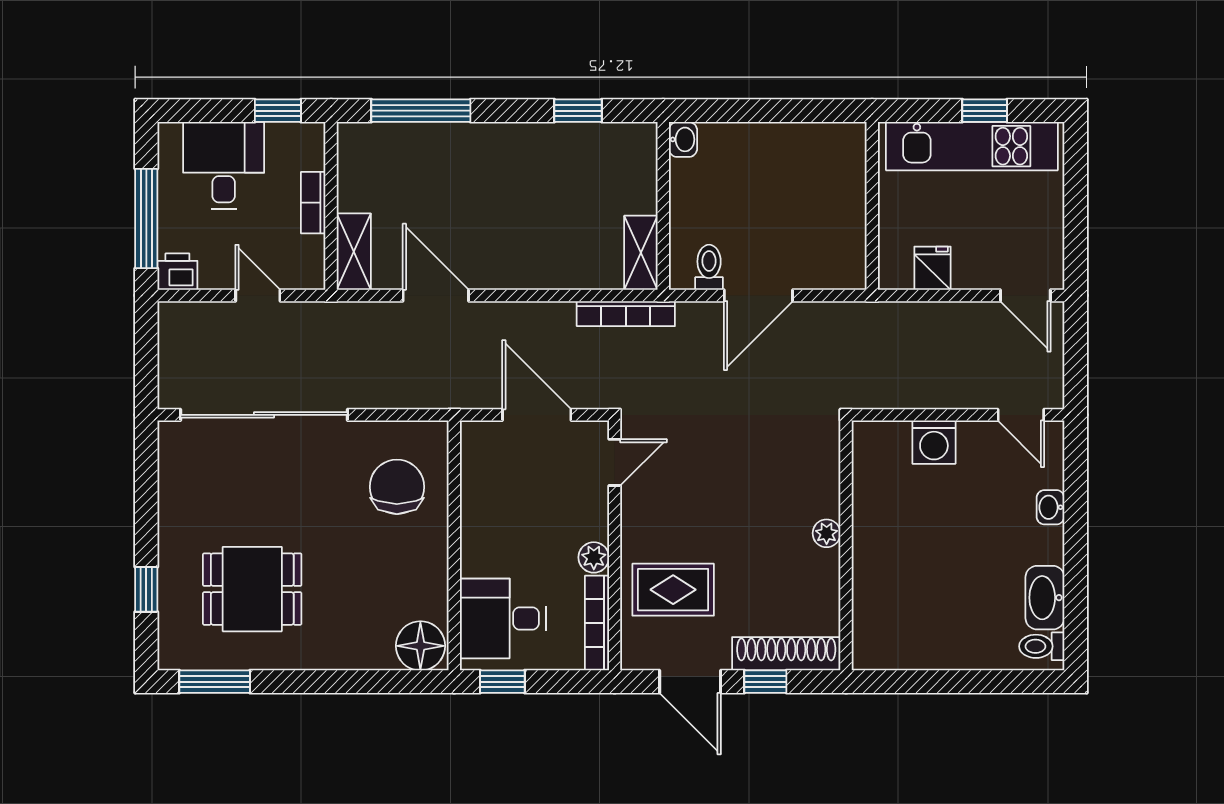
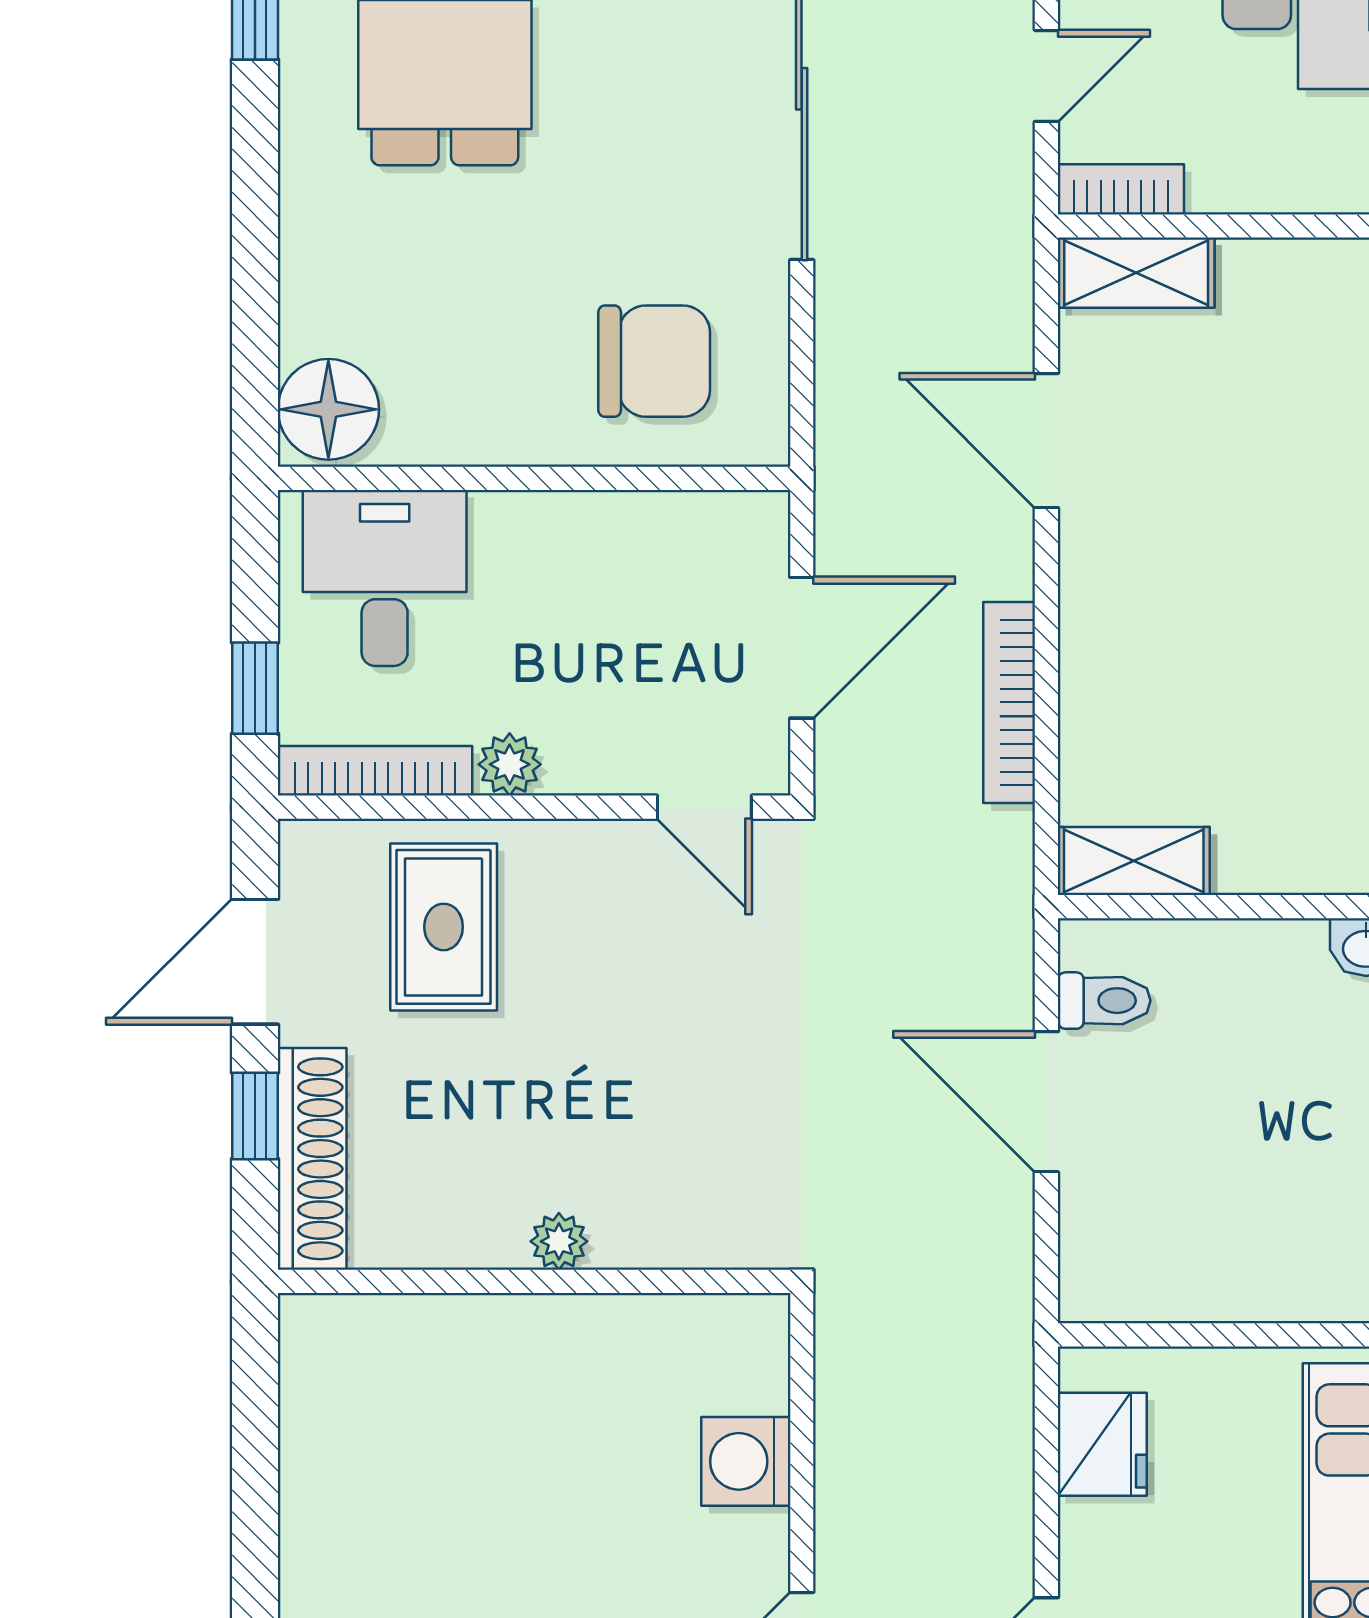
bookcase: (313, 203) -> (1121, 189), moved
fridge: (933, 268) -> (1102, 1444), width x1.38
door: (436, 295) -> (1046, 441), swing flipped
bookcase: (626, 314) -> (1009, 702), moved
window: (502, 682) -> (255, 688), moved

